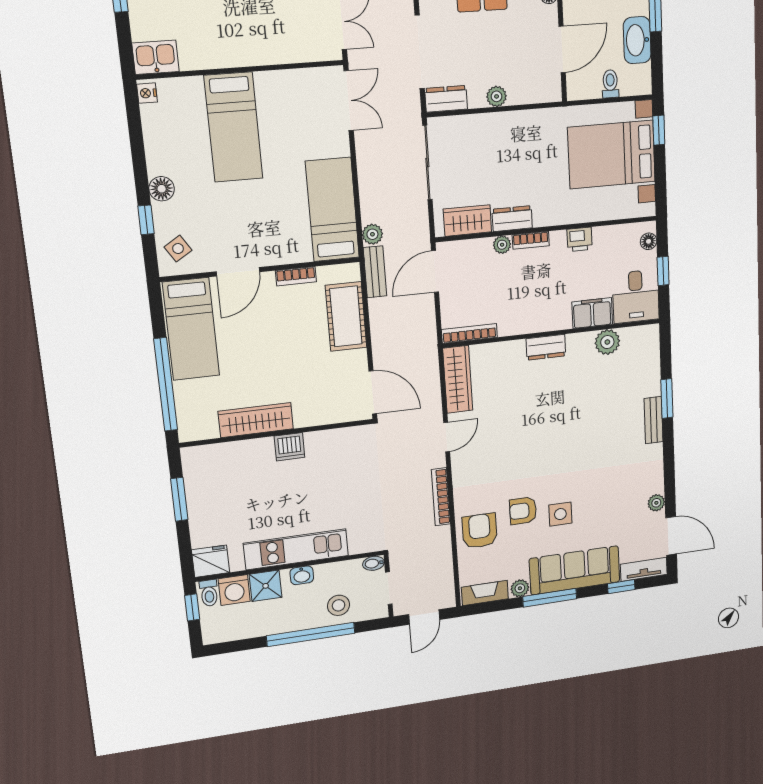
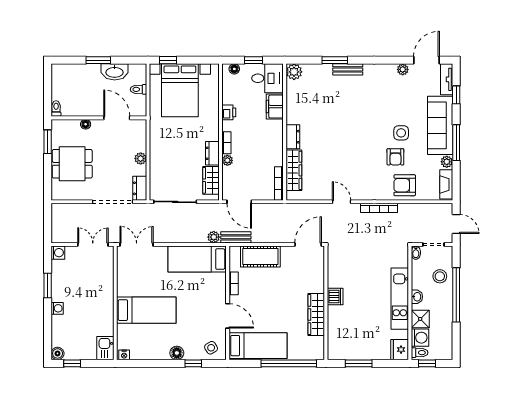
plant: (607, 342) -> (294, 72), moved
wardrobe: (458, 379) -> (294, 170), moved, turned 90

